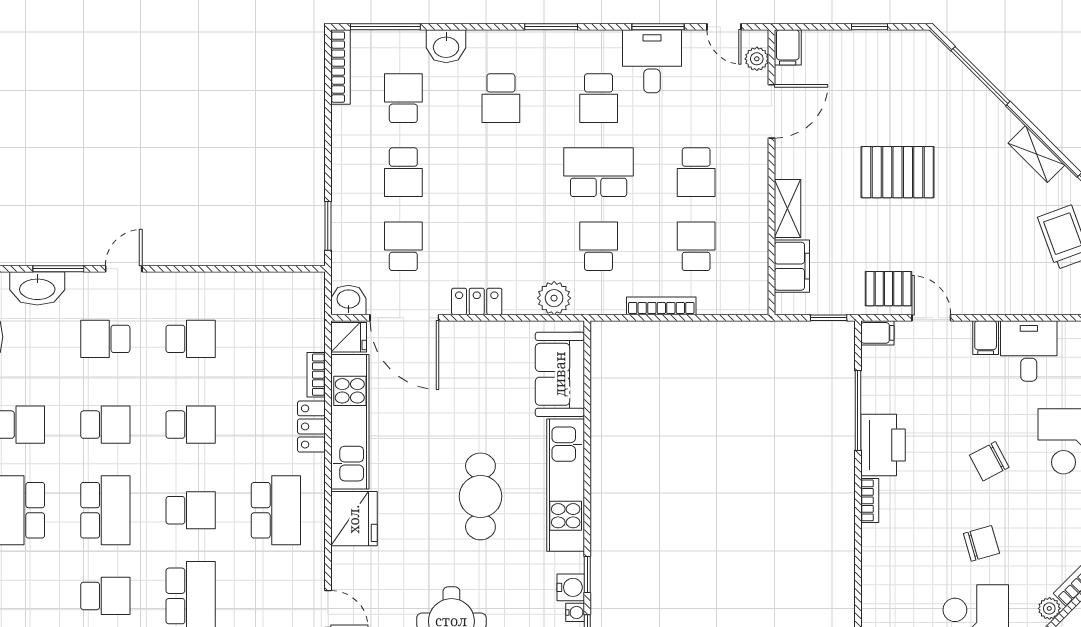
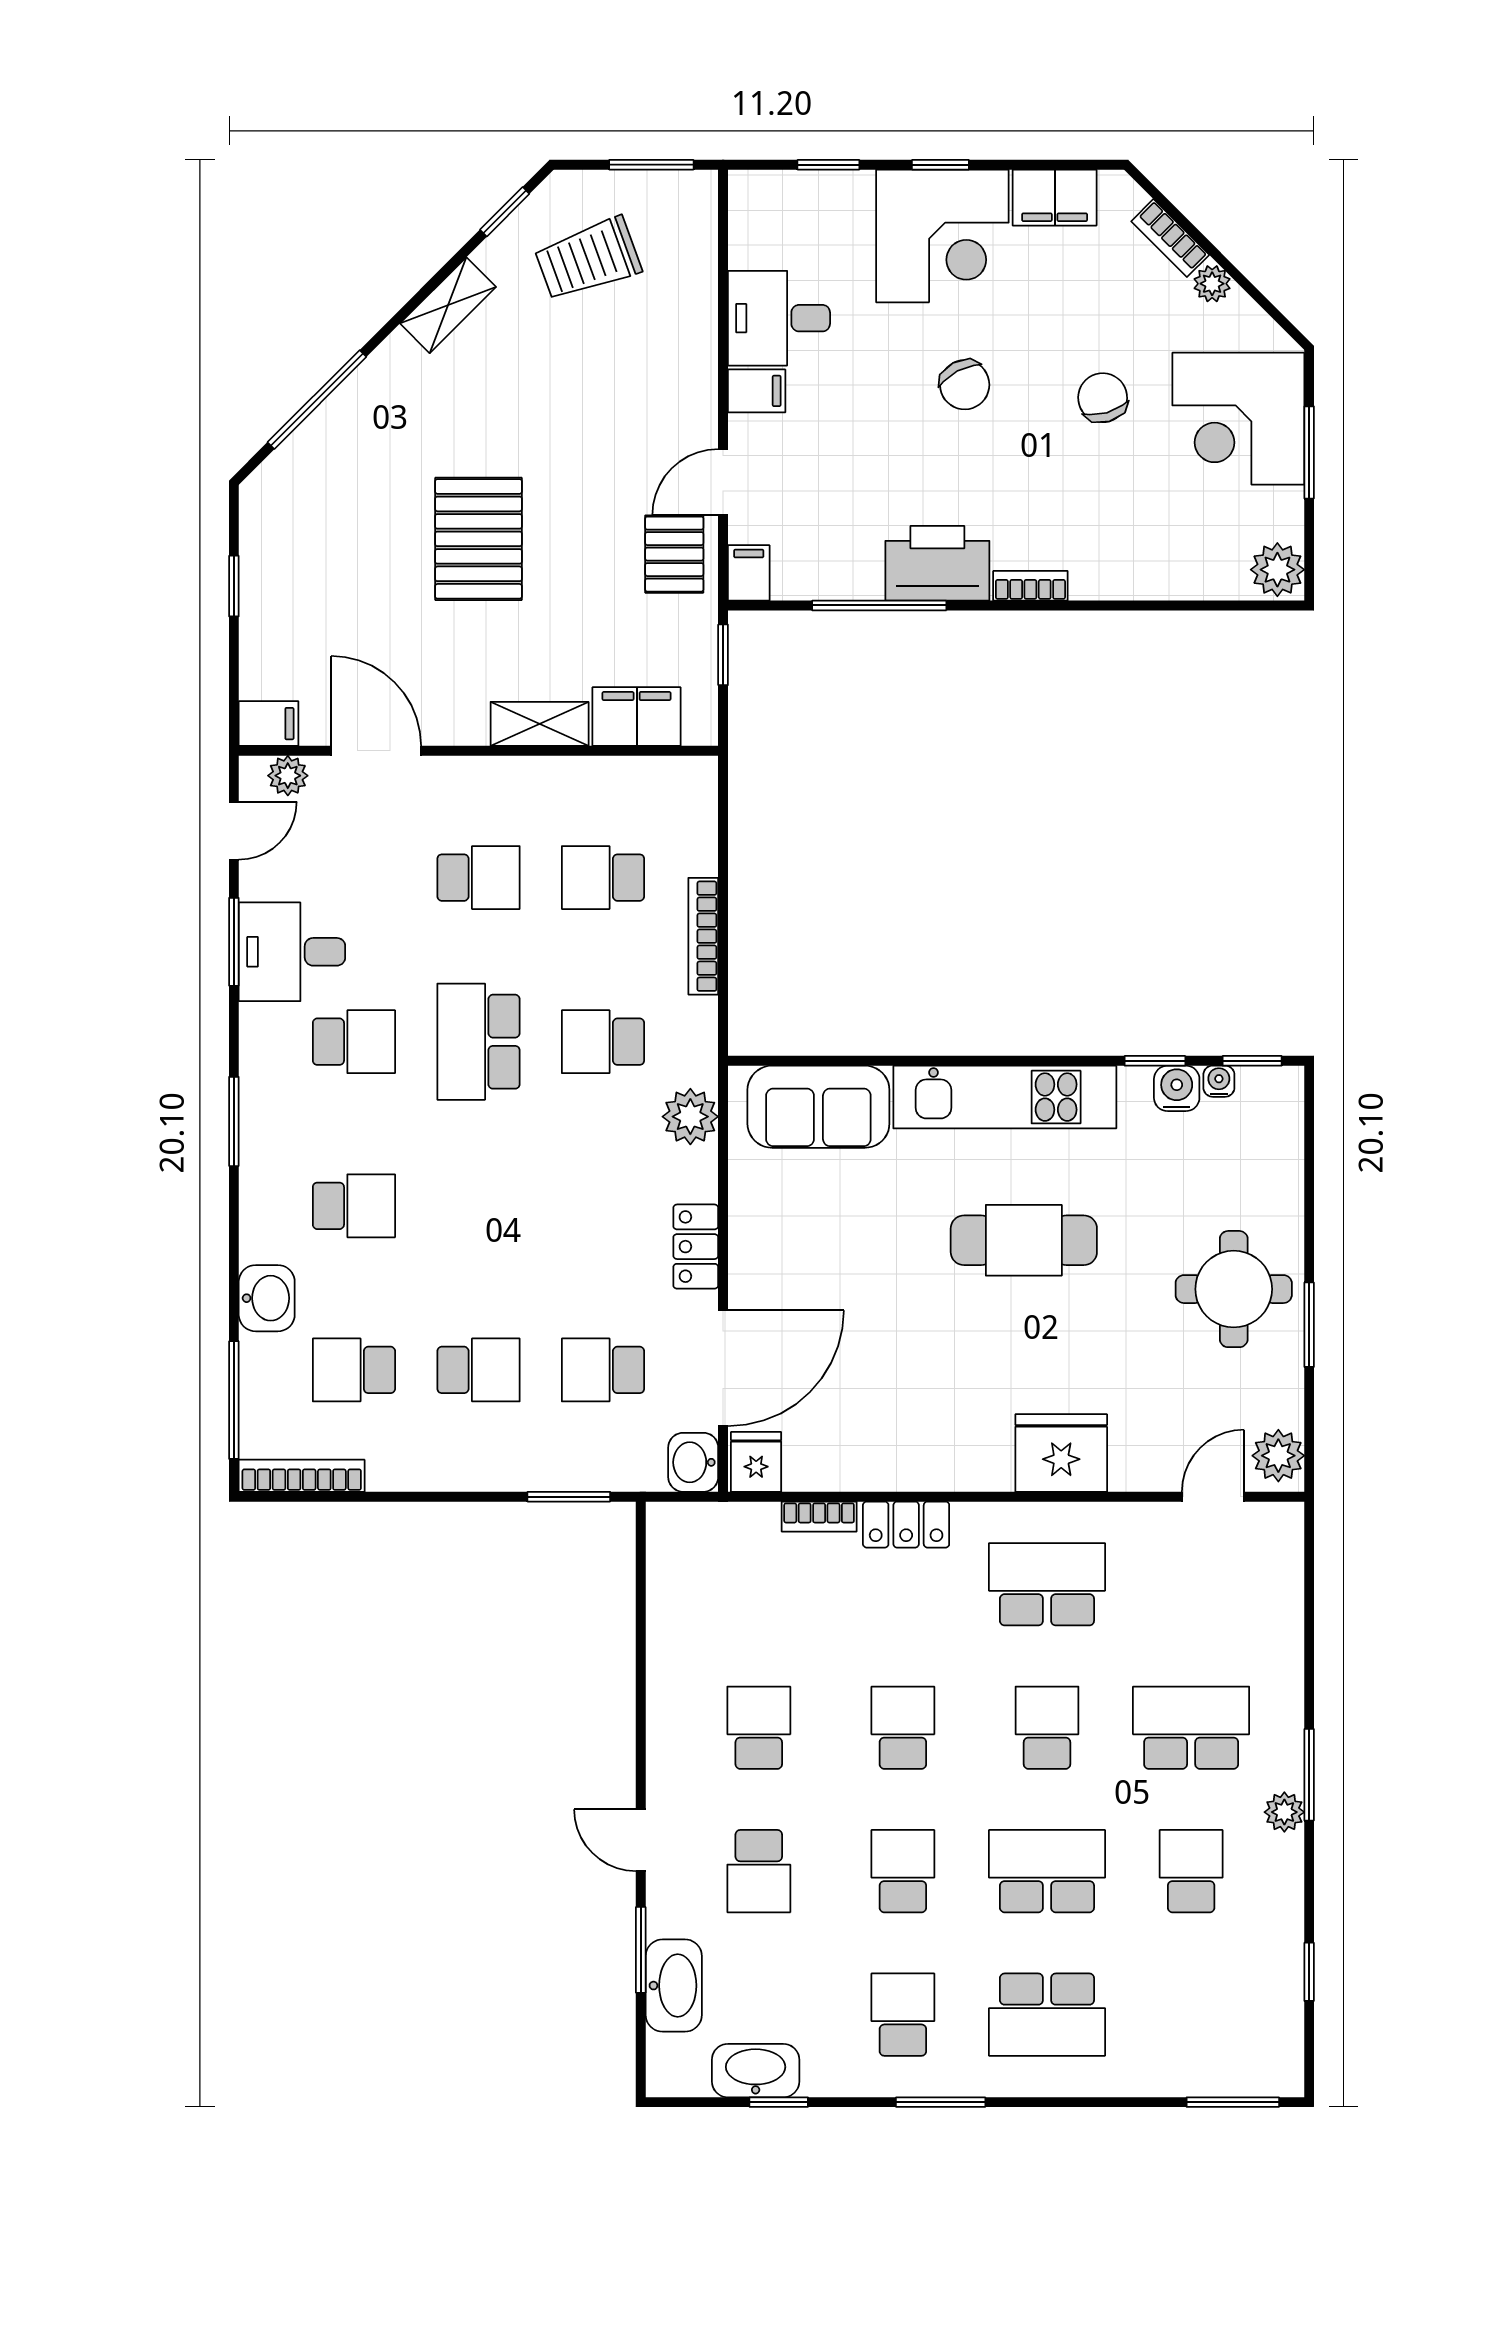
kitchen unit: (350, 422) -> (898, 1460), removed

